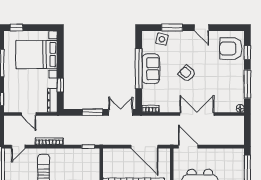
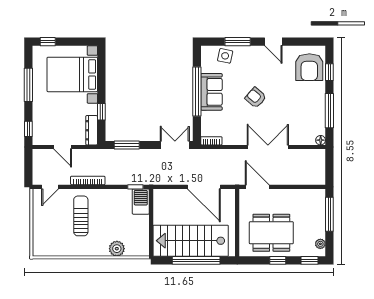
armchair: (231, 48) -> (309, 67), turned -90
window: (93, 112) -> (127, 145), moved
barbecue: (93, 159) -> (141, 202), added

